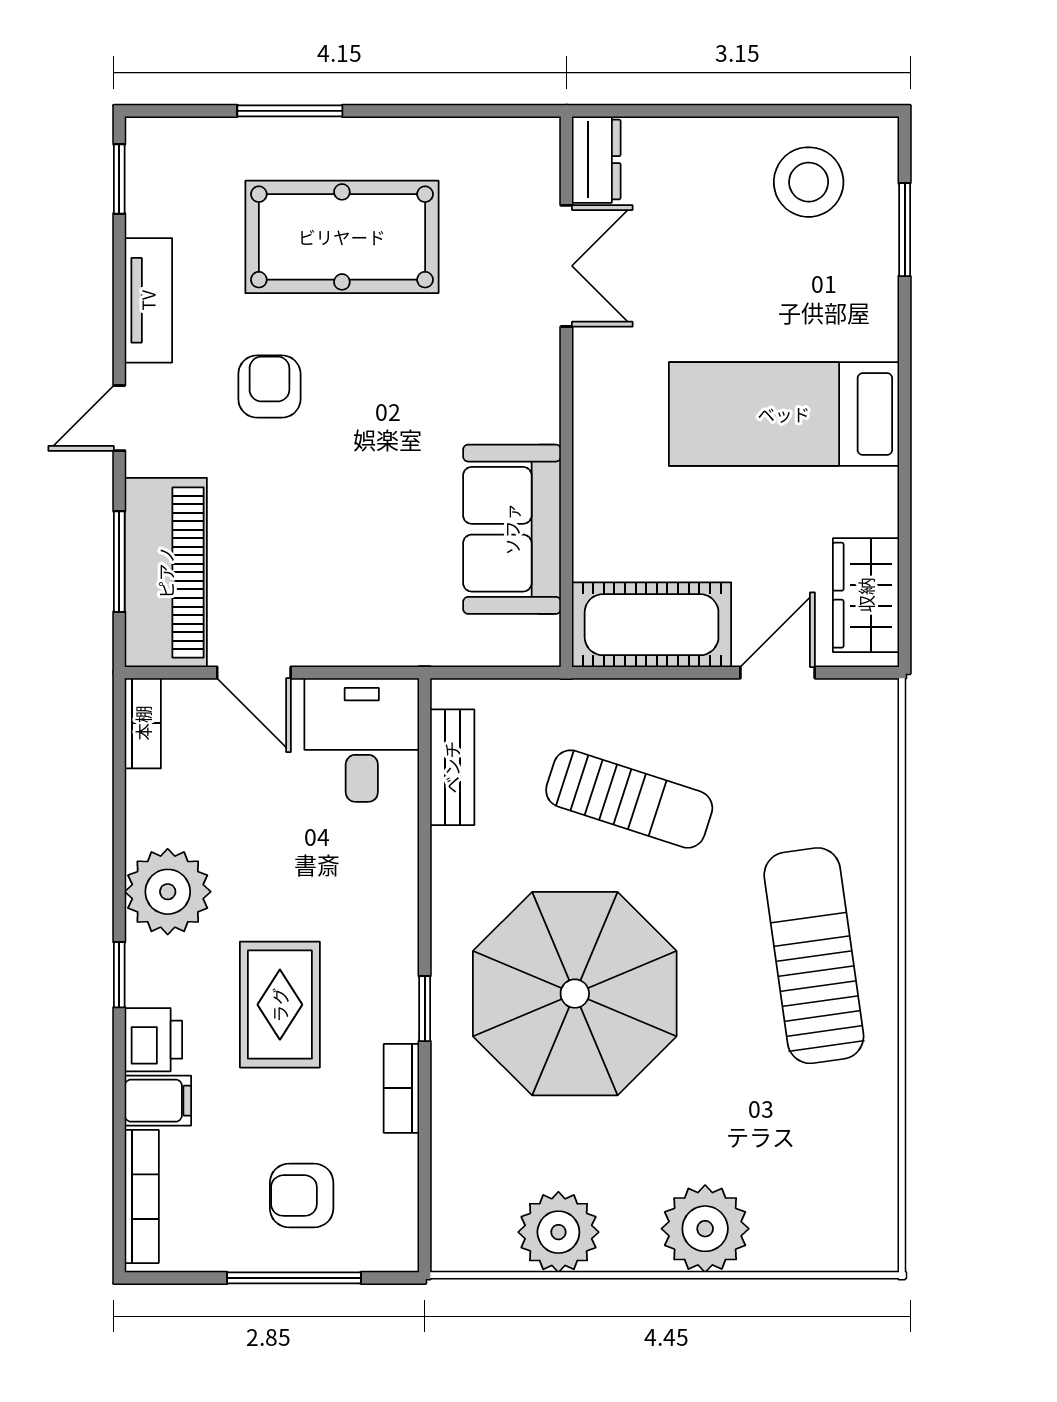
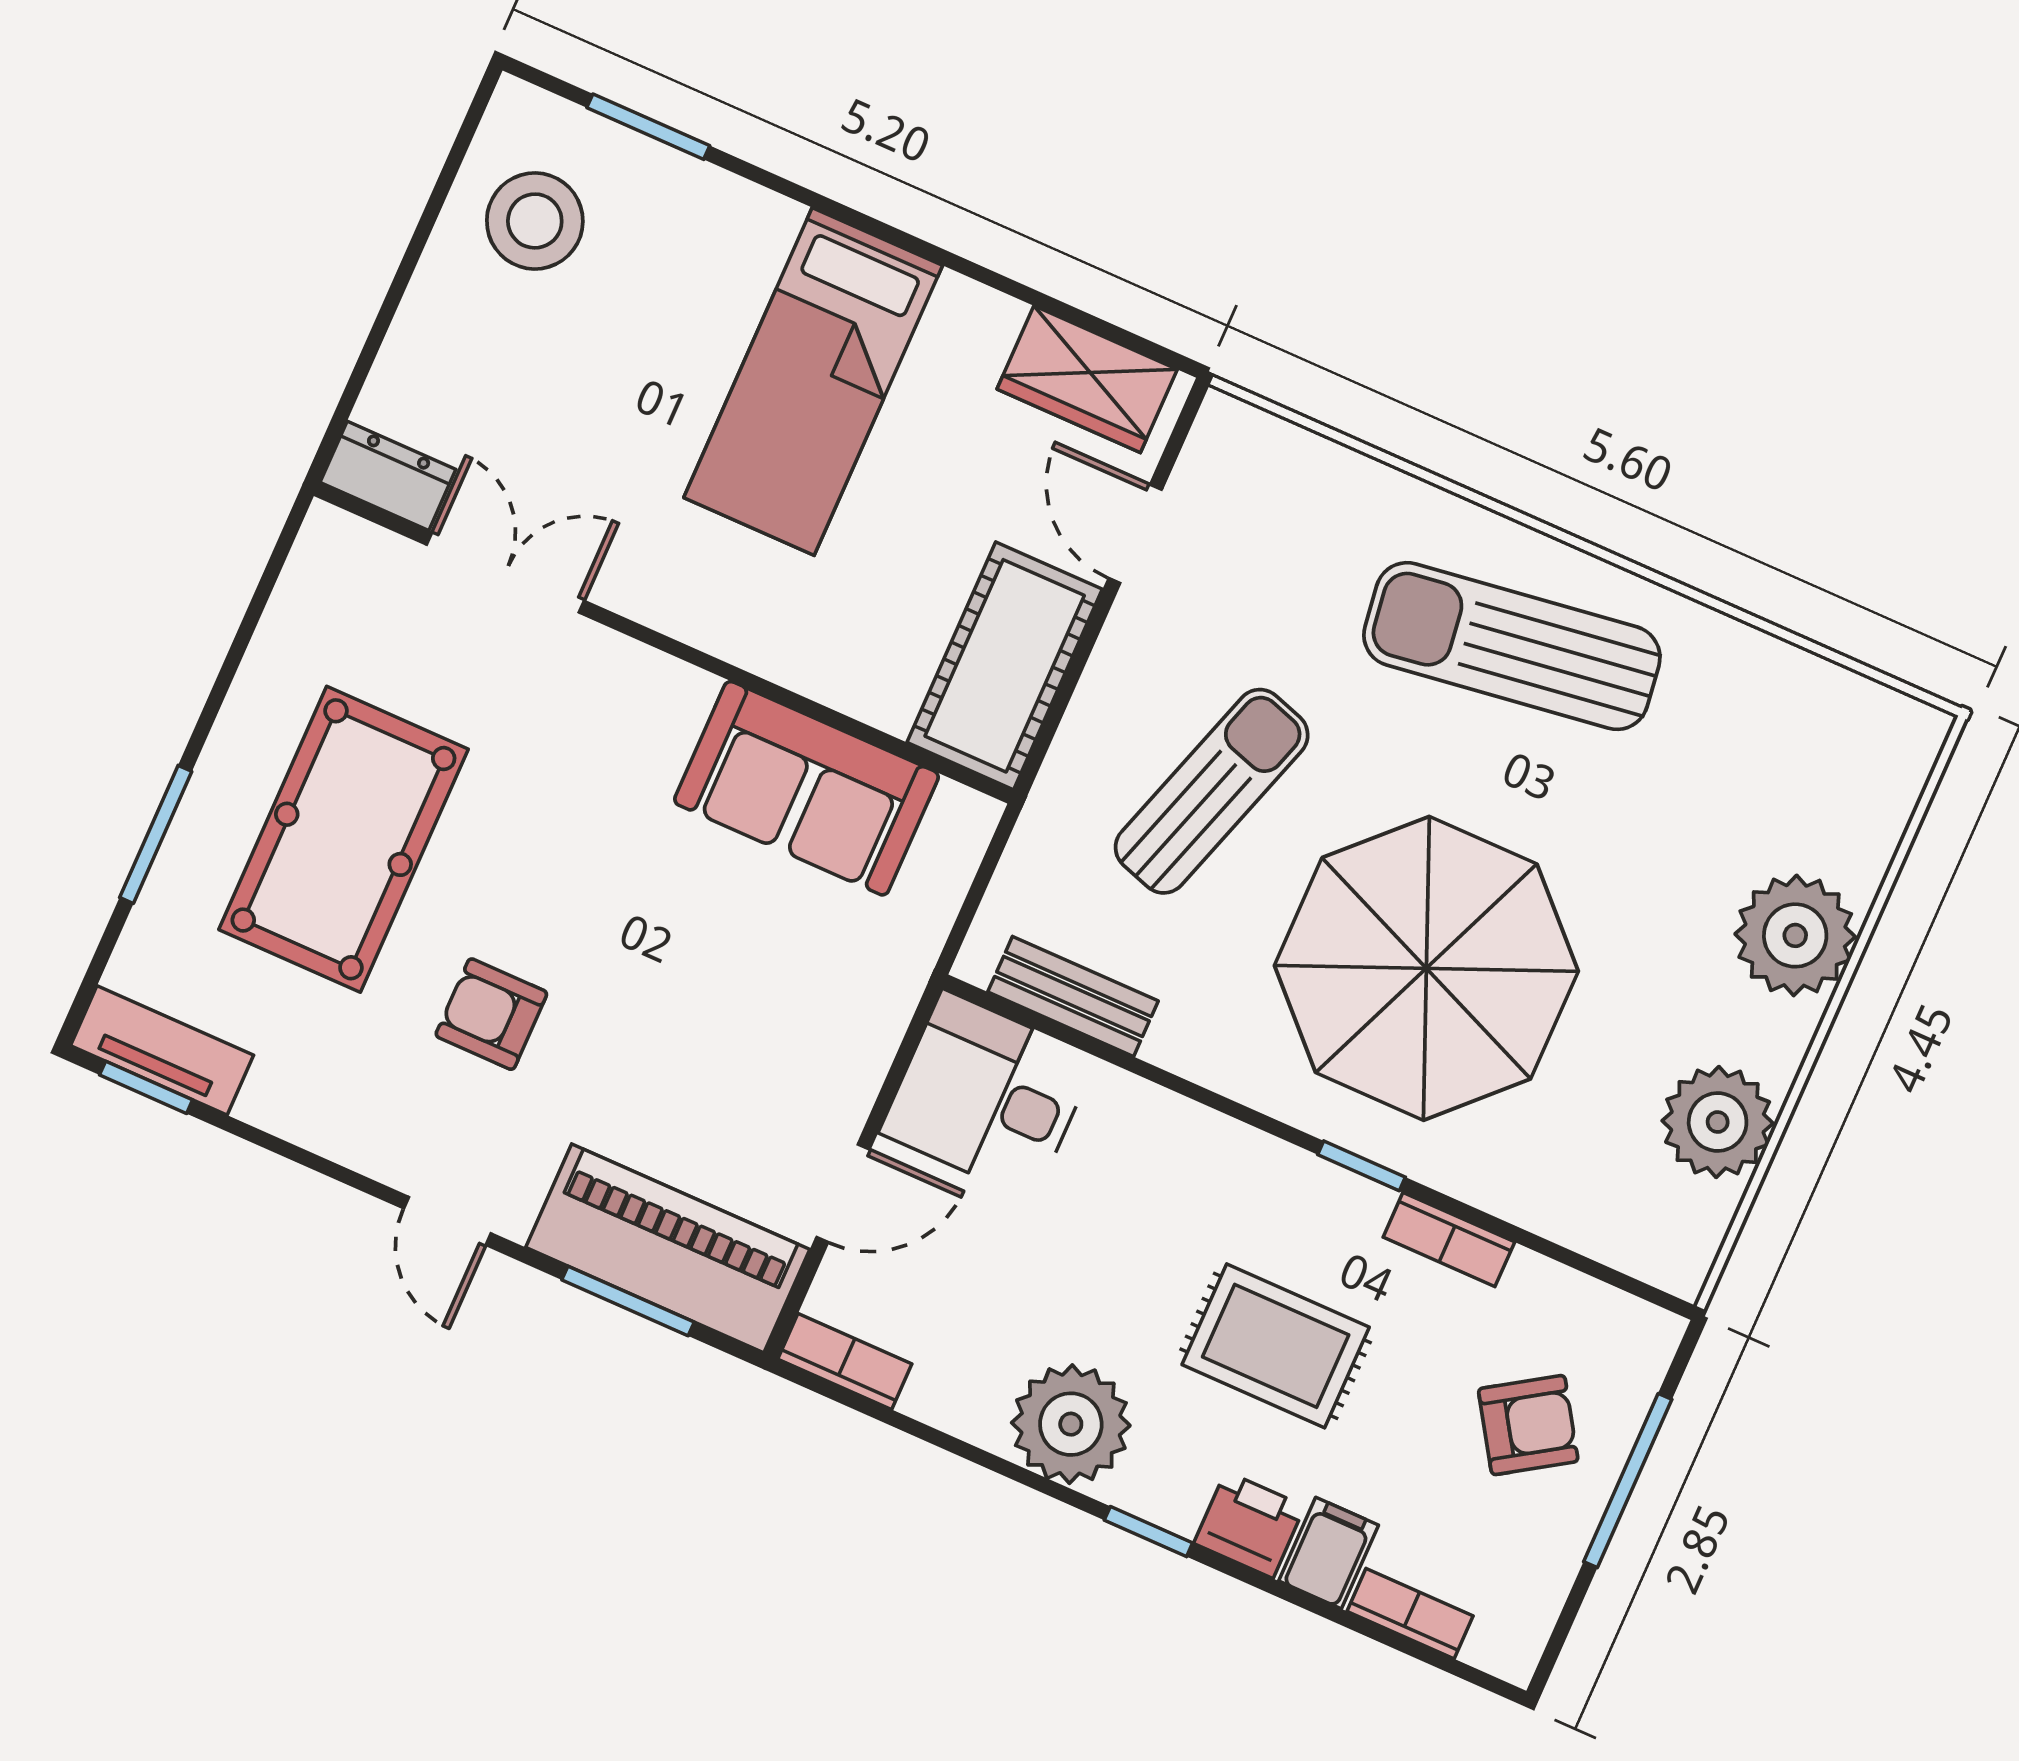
tv unit: (148, 300) -> (162, 1050), moved
armchair: (302, 1196) -> (1528, 1425), turned -123
bookcase: (142, 1197) -> (1410, 1614), width x0.64

